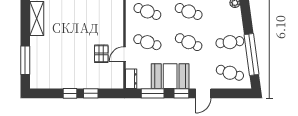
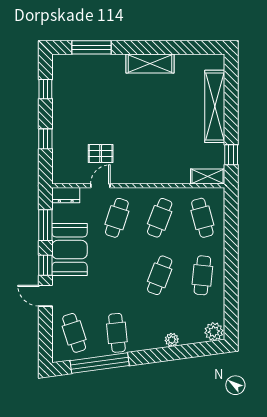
cafe table: (189, 42) -> (117, 275), removed
door: (124, 54) -> (100, 186), hinge flipped
cafe table: (230, 73) -> (74, 333), turned -36
window: (70, 93) -> (45, 89), moved

